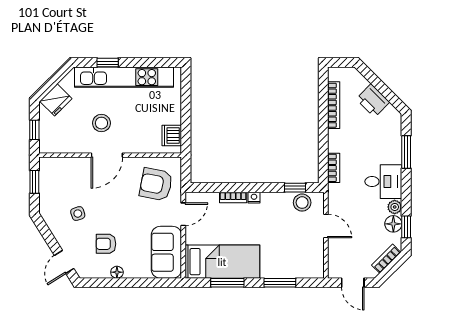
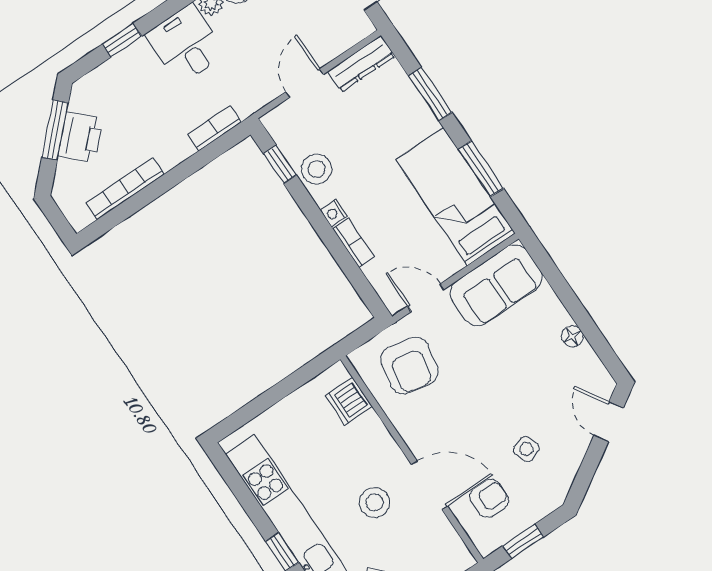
window: (385, 91) -> (55, 130), added
dishwasher: (172, 135) -> (349, 401), moved, turned 90
window: (406, 152) -> (122, 40), width x0.67
door: (107, 155) -> (430, 485), moved
stool: (302, 203) -> (317, 169), moved
armchair: (106, 244) -> (489, 498), moved, turned -90
dresser: (317, 260) -> (361, 64), added
door: (64, 262) -> (609, 422), swing flipped

